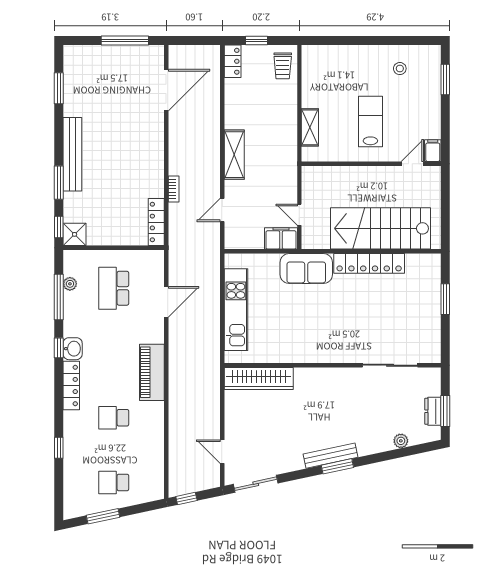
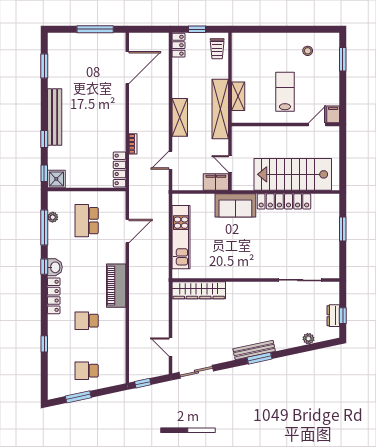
shelving: (287, 144) -> (220, 109), added
window: (59, 183) -> (44, 139), width x0.67
window: (445, 411) -> (343, 316), width x0.67

